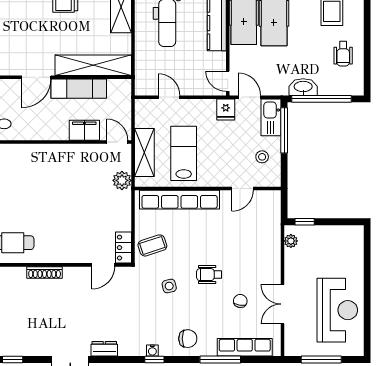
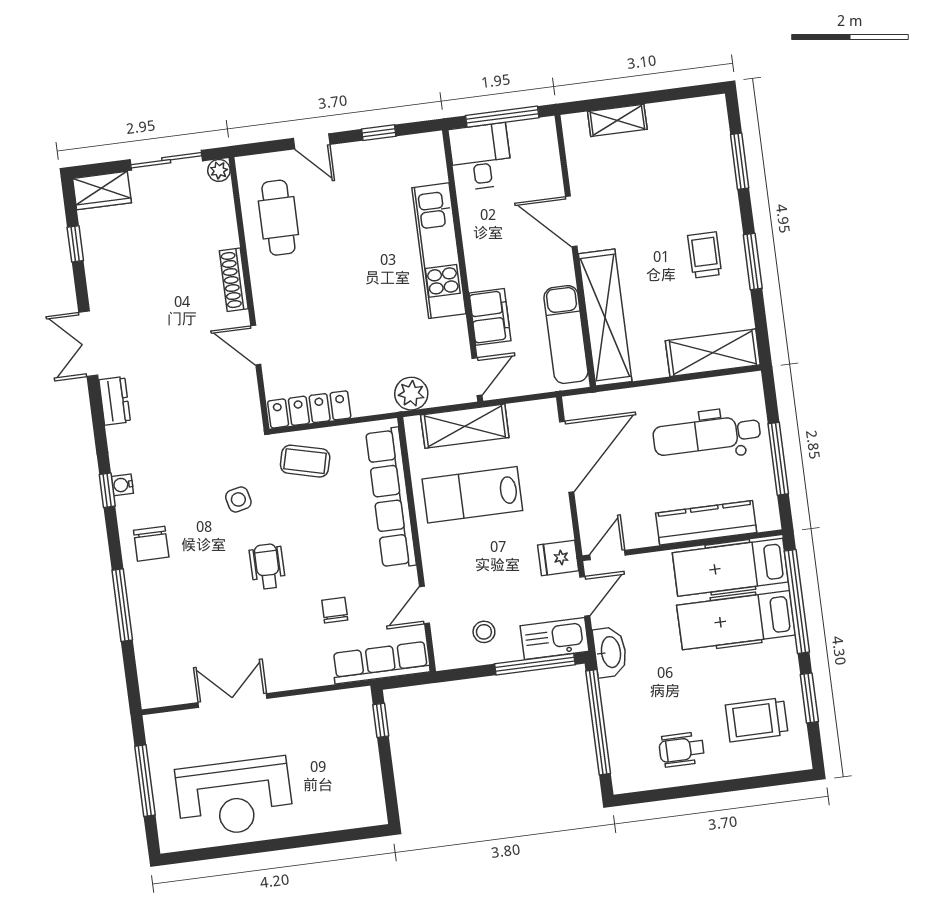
washbasin: (303, 87) -> (610, 652), moved
exam couch: (79, 89) -> (566, 335), moved
door: (169, 97) -> (567, 457), width x1.88
lab bench: (184, 153) -> (472, 495), turned 180
kitchen unit: (43, 154) -> (439, 251), added
door: (243, 189) -> (424, 605), hinge flipped
plant: (291, 241) -> (344, 701), removed
coffee table: (152, 245) -> (305, 461), turned -58
locker: (123, 248) -> (309, 409), width x1.53
door: (103, 265) -> (256, 345), moved
chair: (240, 301) -> (335, 610), moved, turned -99
row of seats: (245, 347) -> (381, 663), moved, turned -90

